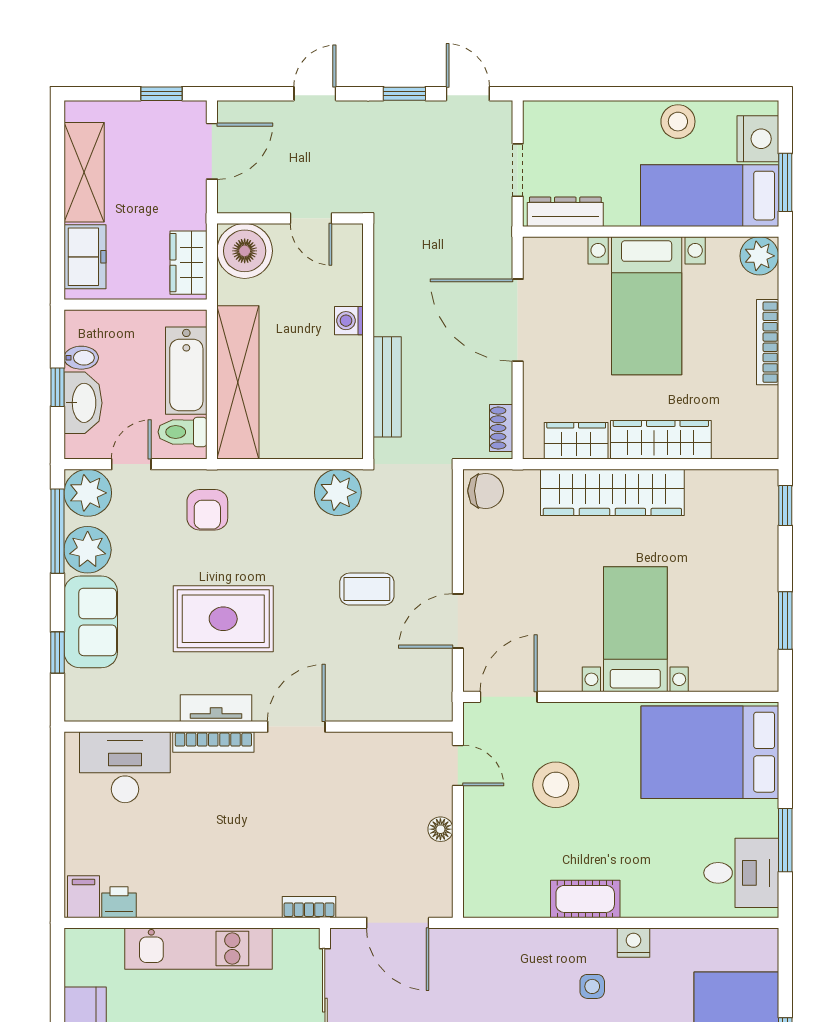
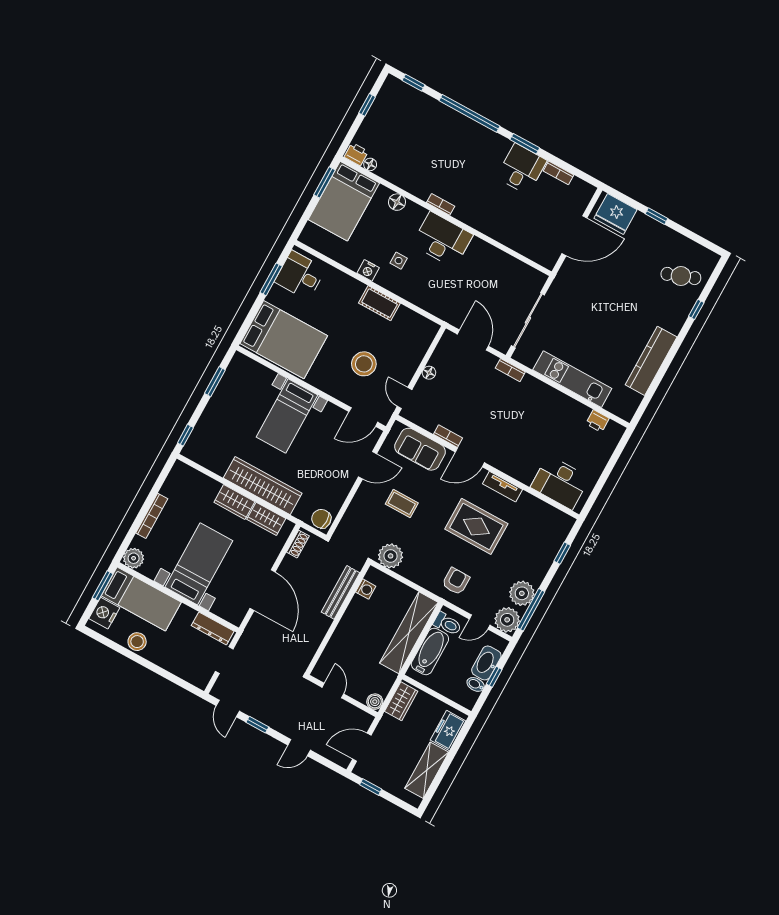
boiler: (245, 251) -> (375, 702), width x0.54, depth x0.54
washing machine: (349, 321) -> (366, 589), moved
wardrobe: (661, 440) -> (234, 502), width x0.67
sofa: (91, 622) -> (420, 449), moved, turned -90
bookcase: (213, 742) -> (448, 436), moved, width x0.64
filing cabinet: (83, 897) -> (613, 433), removed

